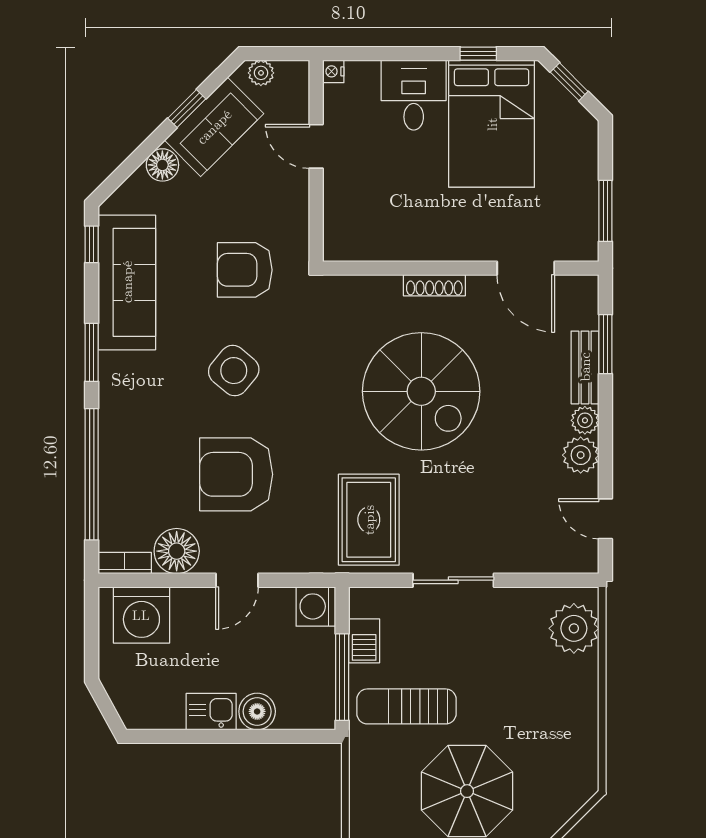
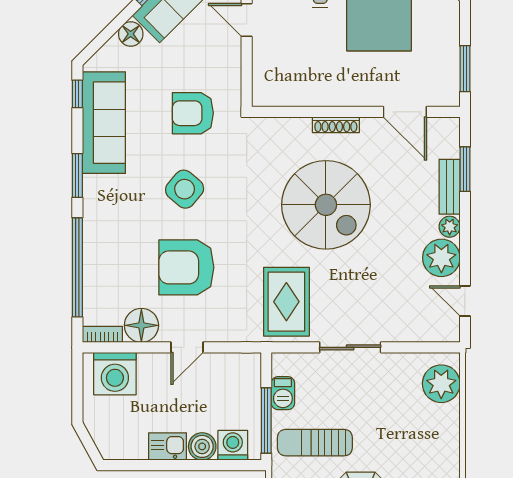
plant: (581, 455) -> (441, 258), width x1.36, depth x1.36
washing machine: (316, 606) -> (233, 445), moved, turned 90

